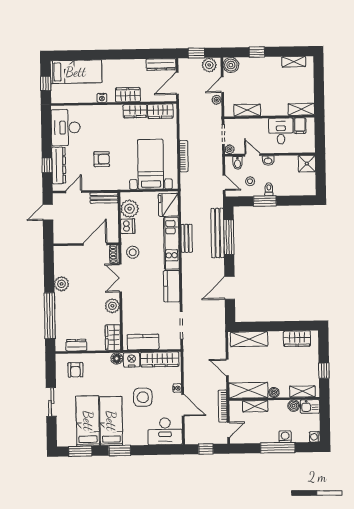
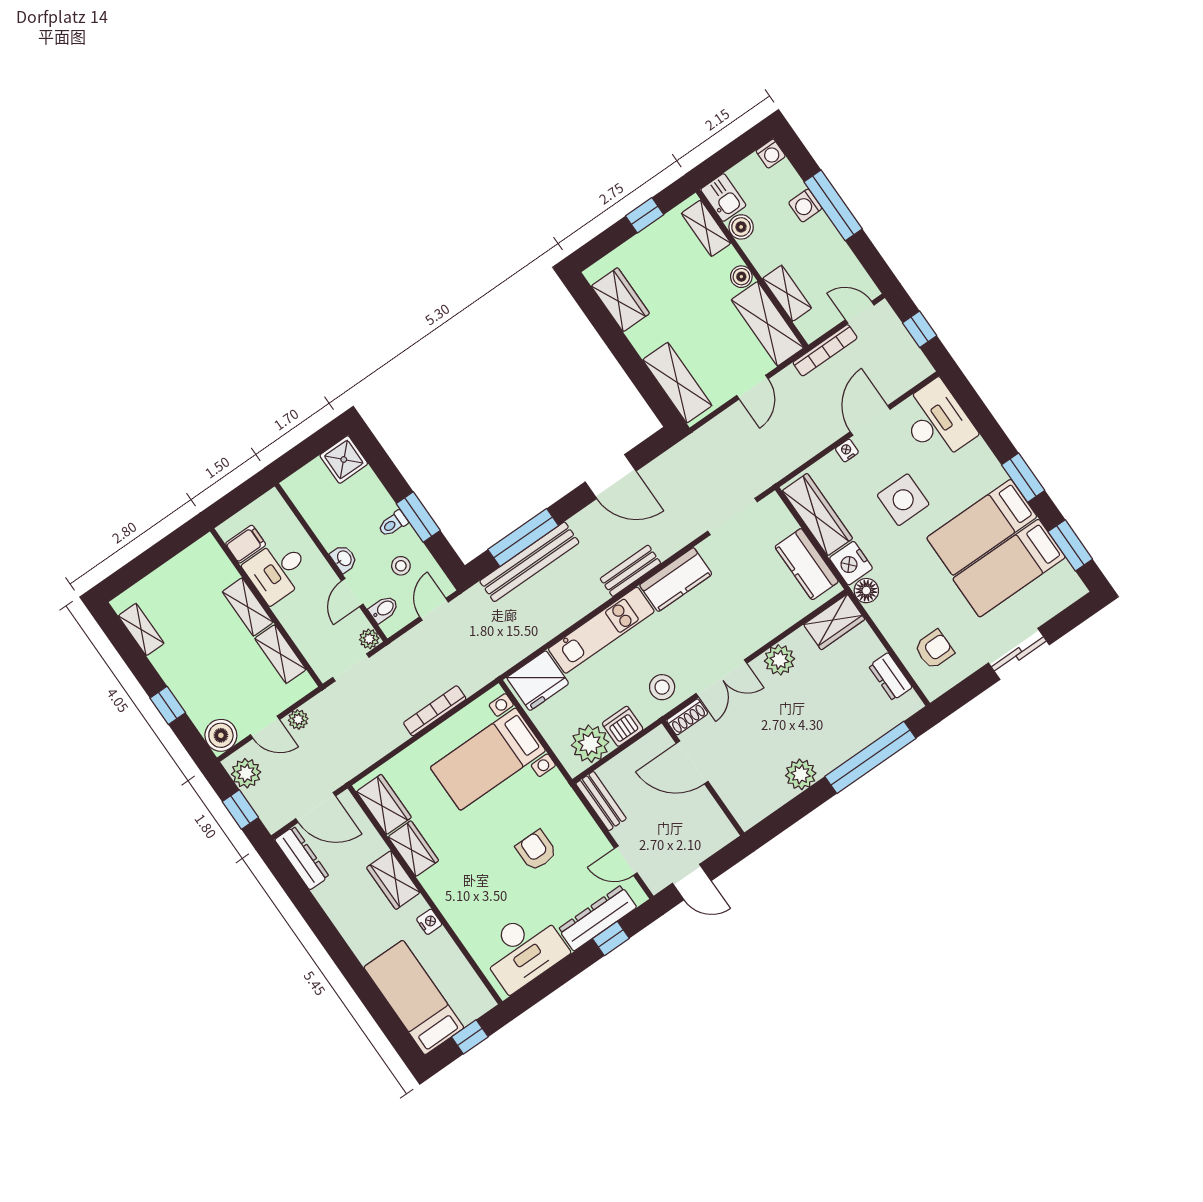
shelving: (301, 109) -> (248, 607), moved
shower: (307, 164) -> (344, 460), moved
bench: (187, 238) -> (630, 571), moved

